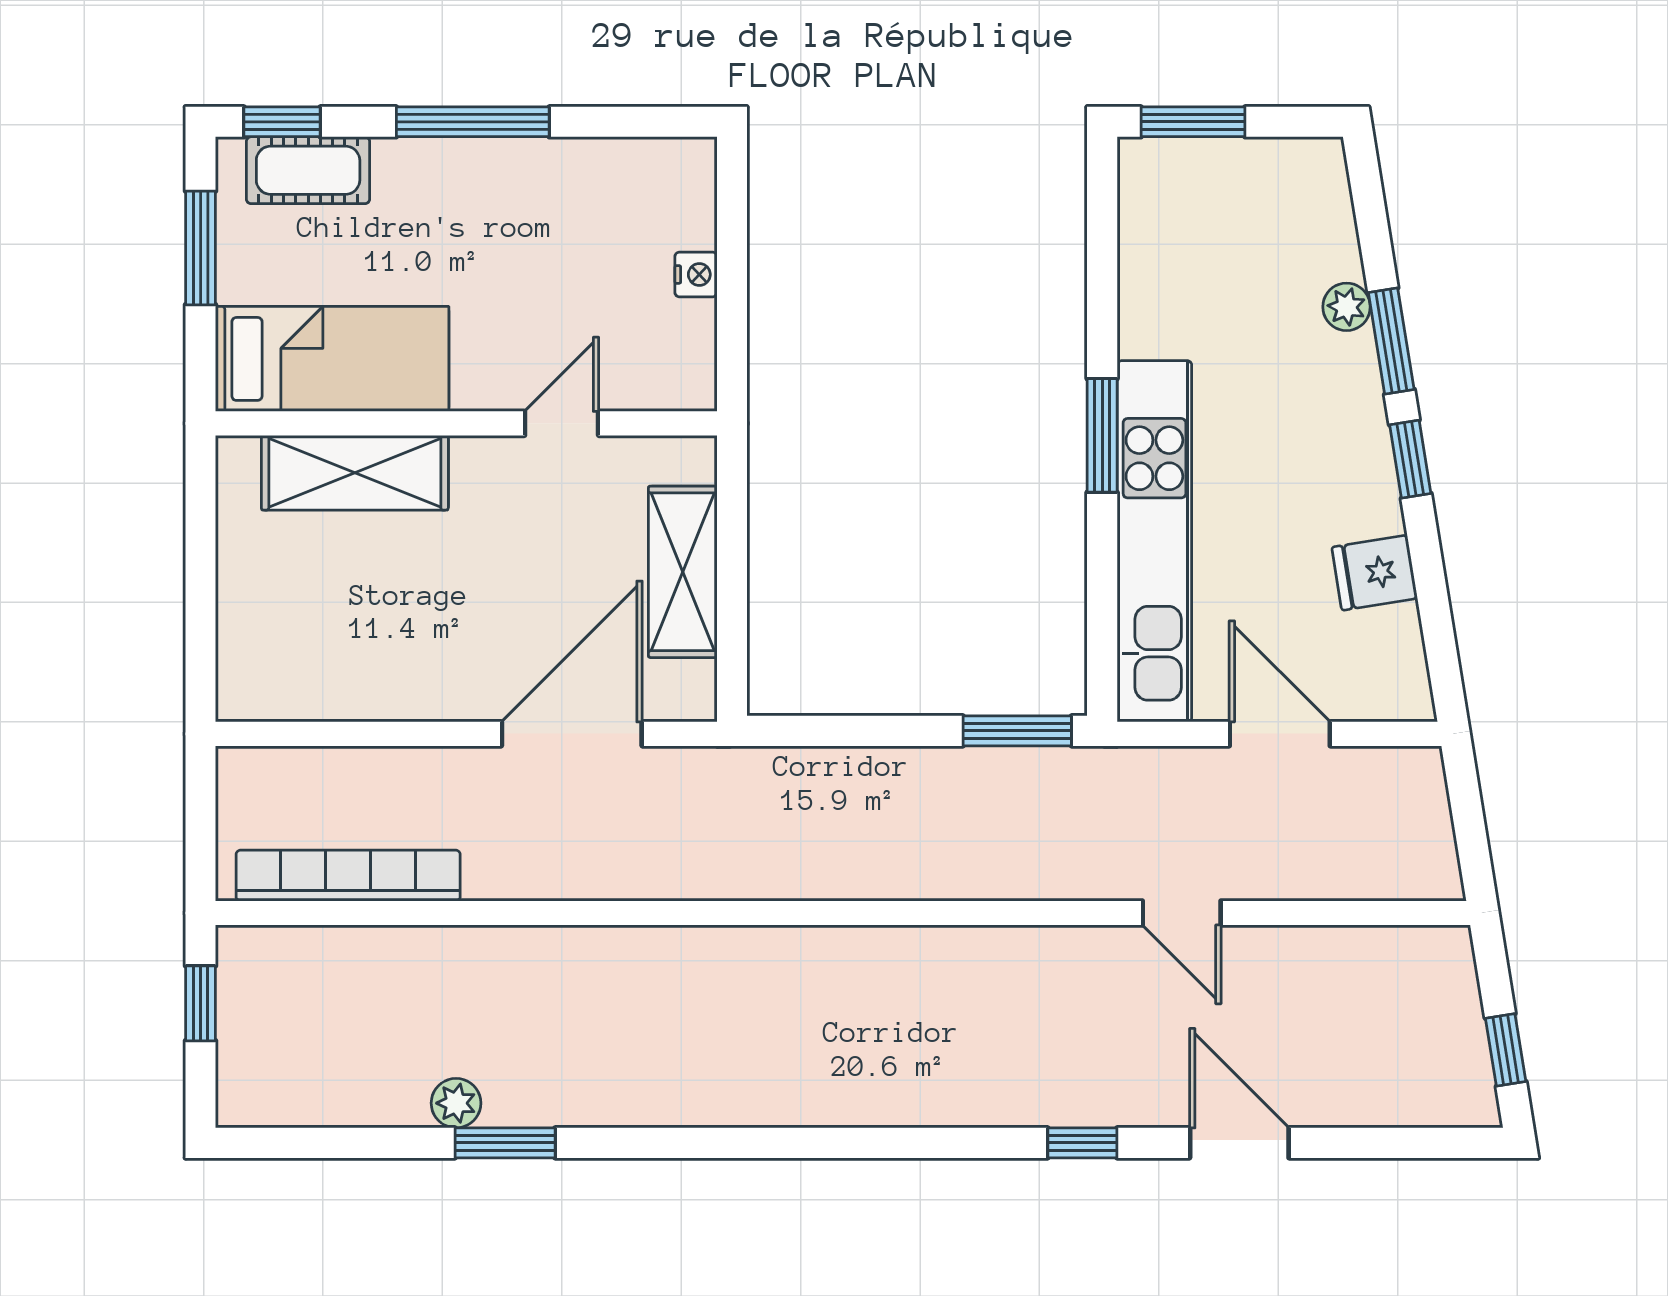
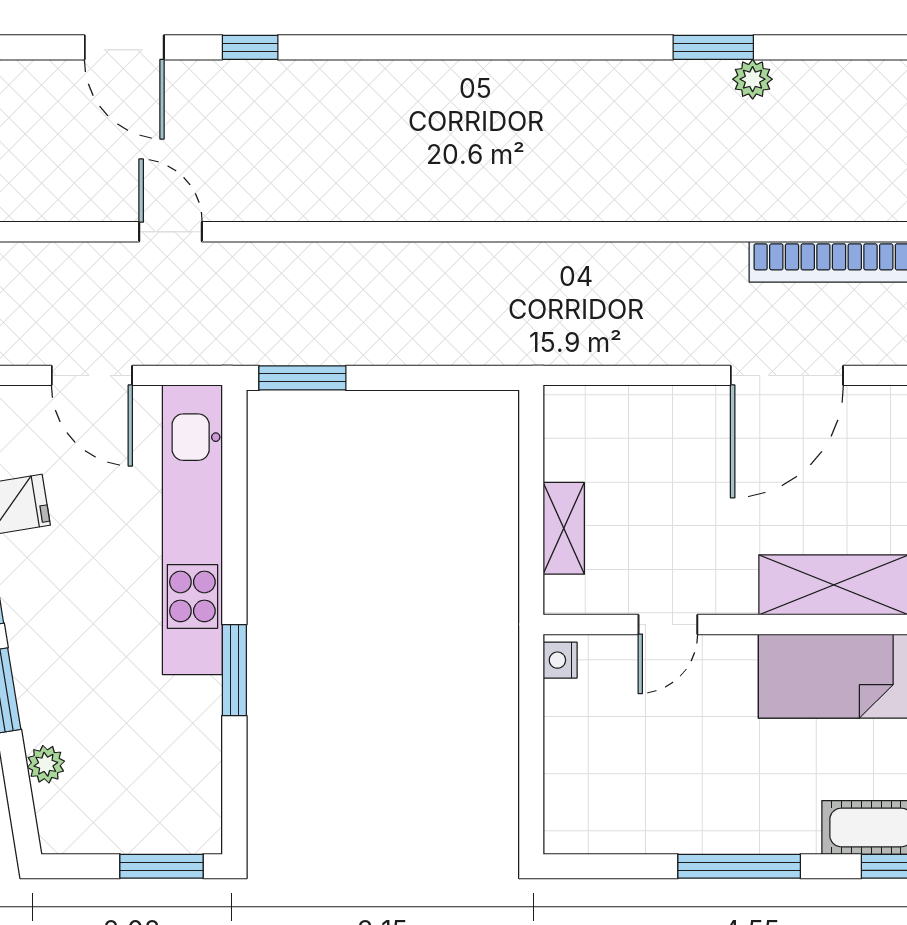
nightstand: (696, 274) -> (560, 660), moved
plant: (1347, 307) -> (46, 764), moved
window: (1102, 435) -> (234, 670), moved
shelving: (683, 572) -> (564, 528), width x0.67, depth x0.75
door: (572, 734) -> (787, 375), moved

